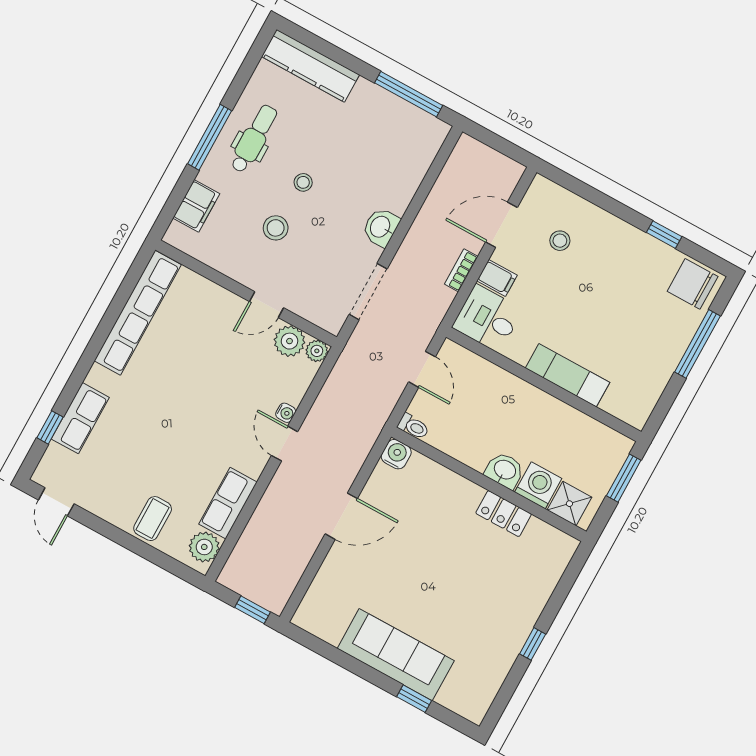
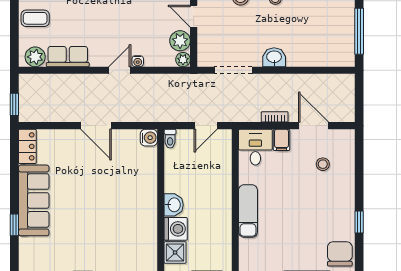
locker: (504, 514) -> (27, 146), moved, turned 180

